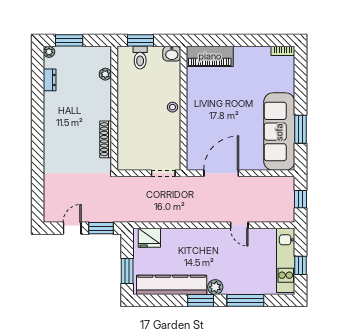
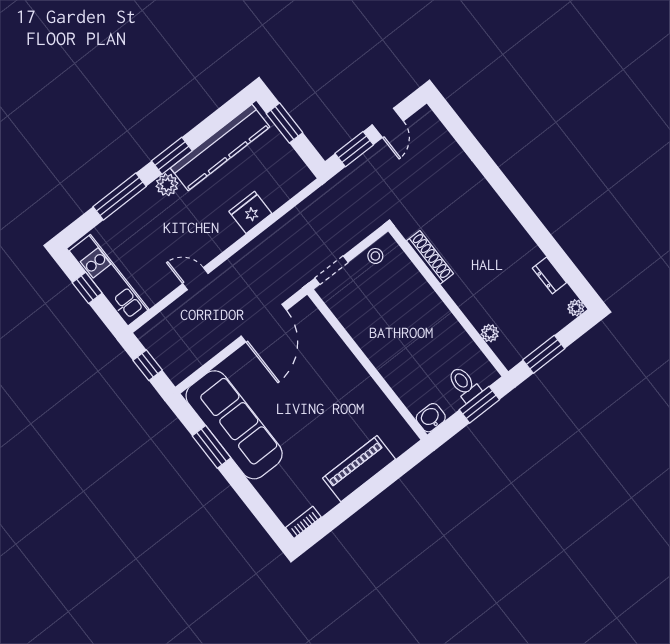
window: (69, 40) -> (544, 354), moved
piano: (210, 56) -> (359, 469), moved
stool: (173, 107) -> (375, 256), moved
fridge: (149, 238) -> (250, 212), moved

